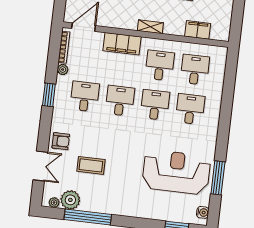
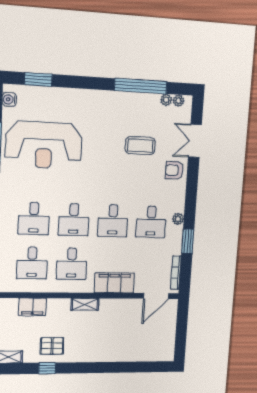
plant: (63, 69) -> (178, 219), moved
window: (49, 95) -> (188, 241), moved
plant: (70, 200) -> (166, 100), width x0.53, depth x0.53

